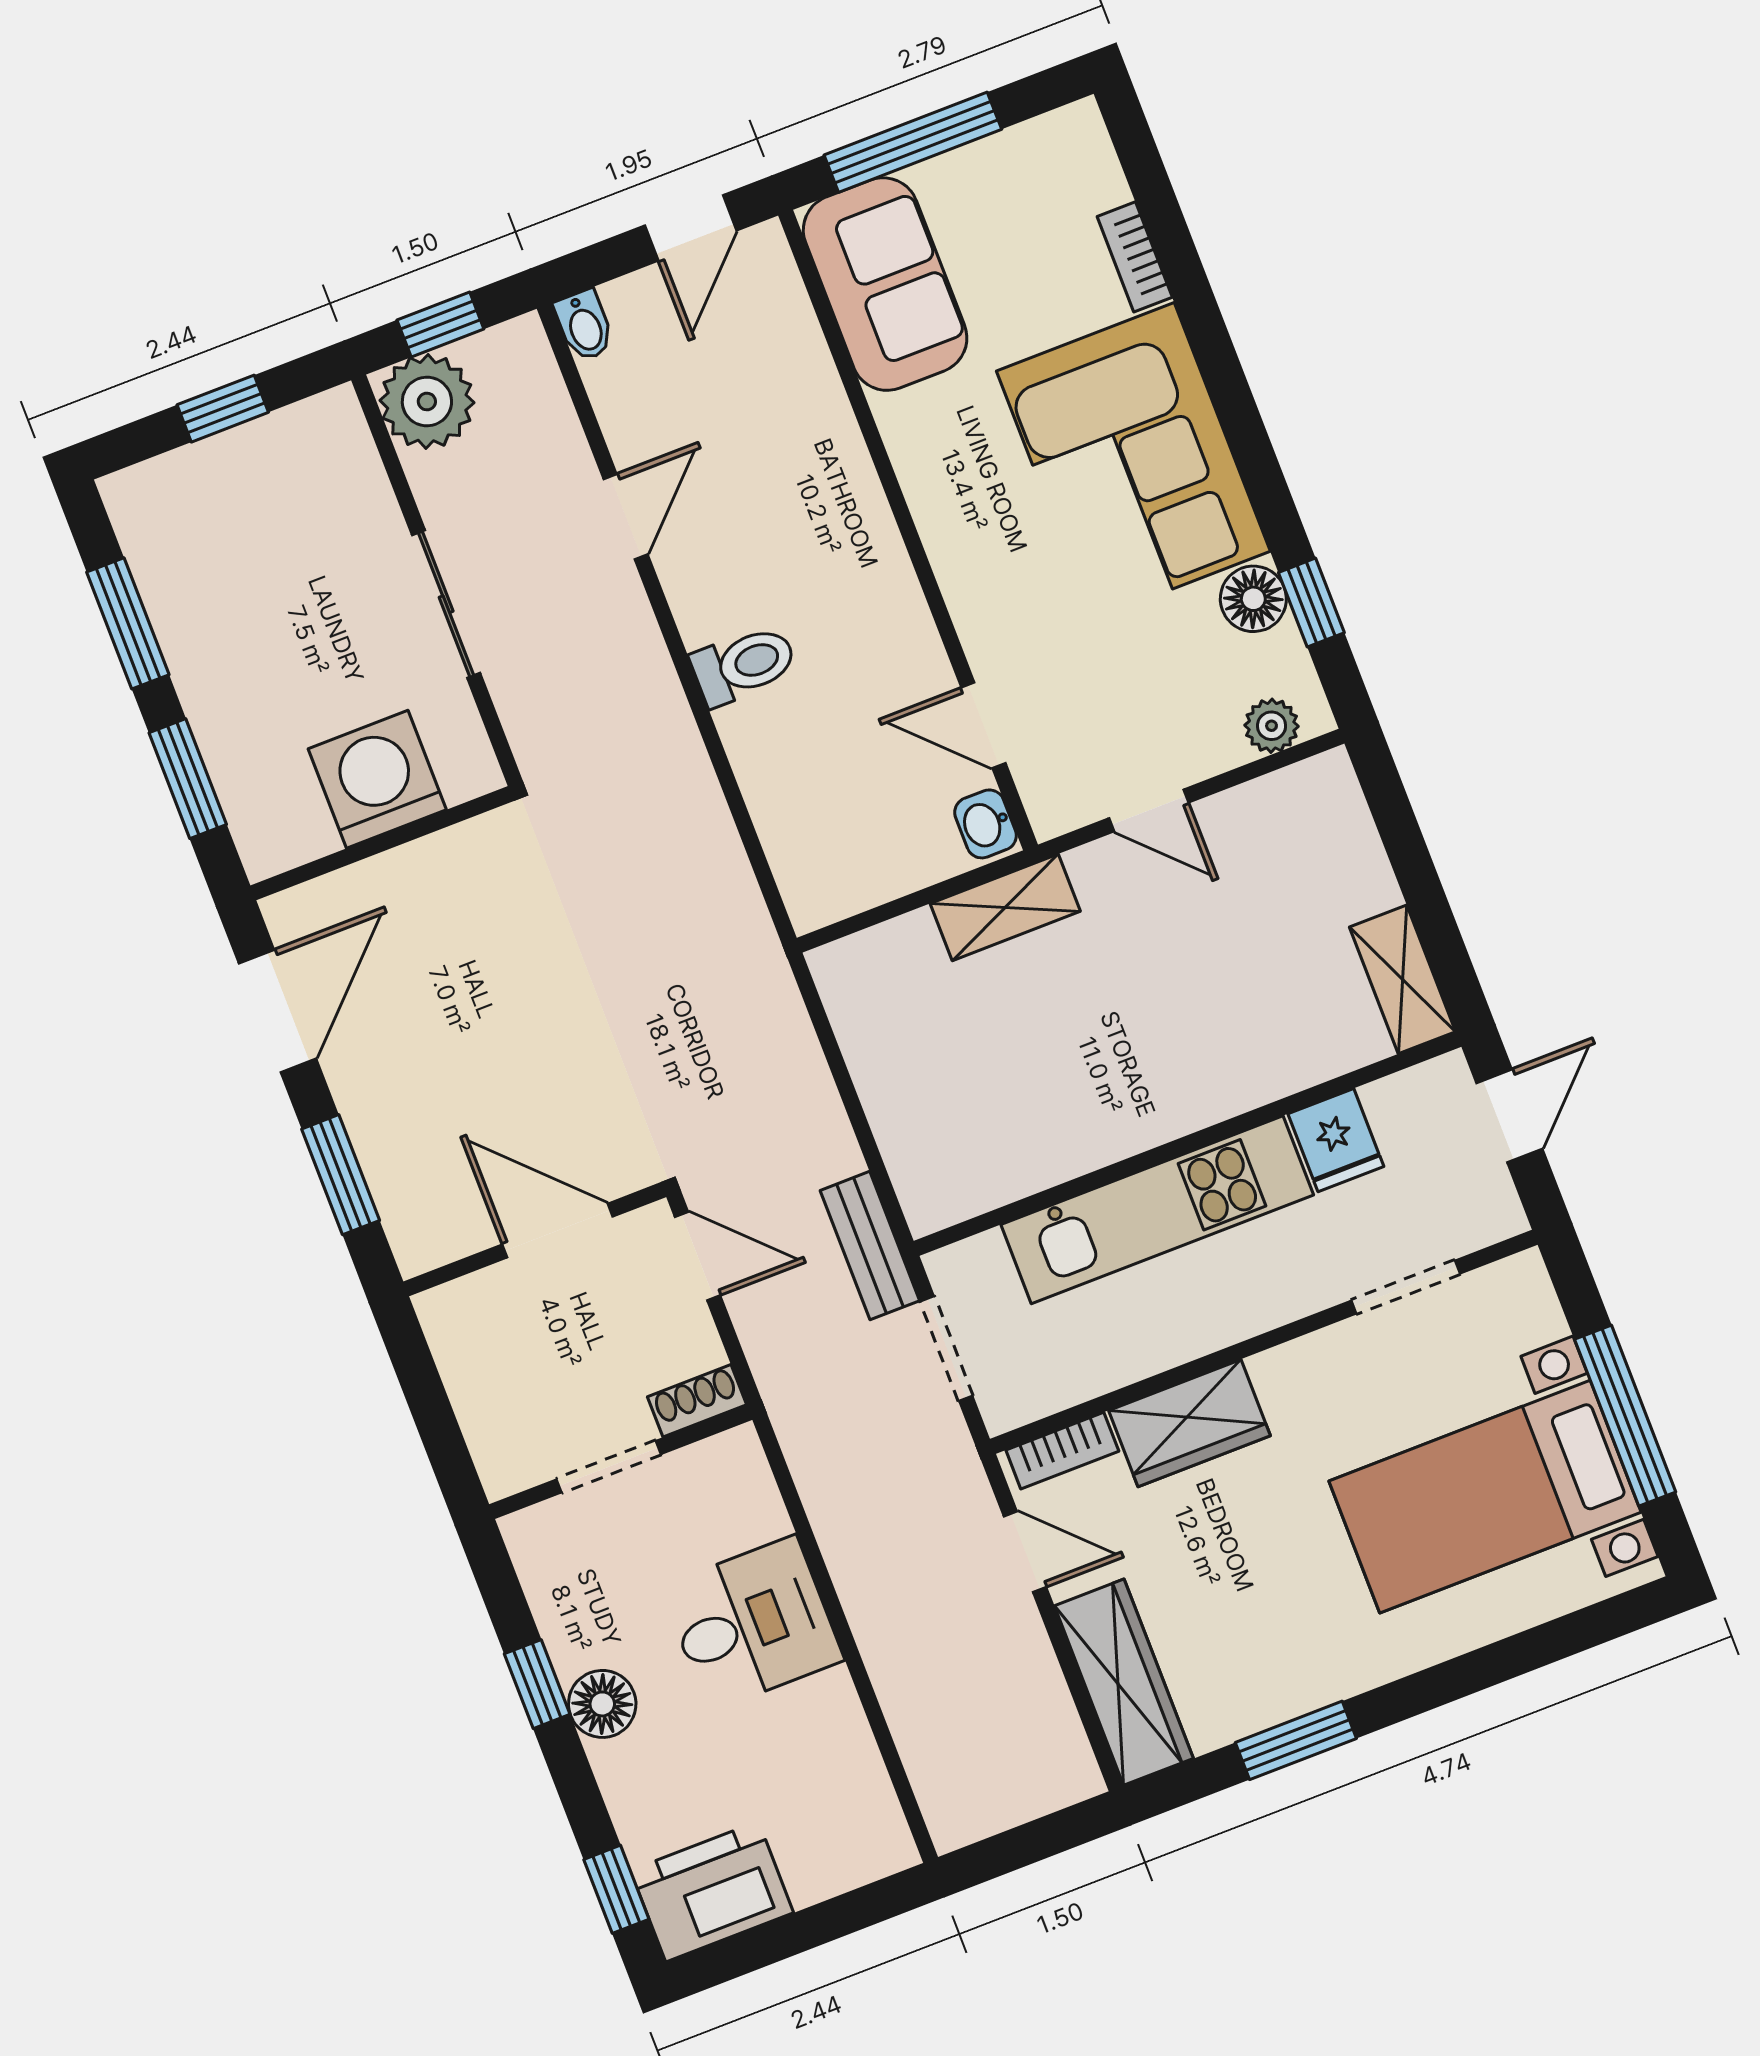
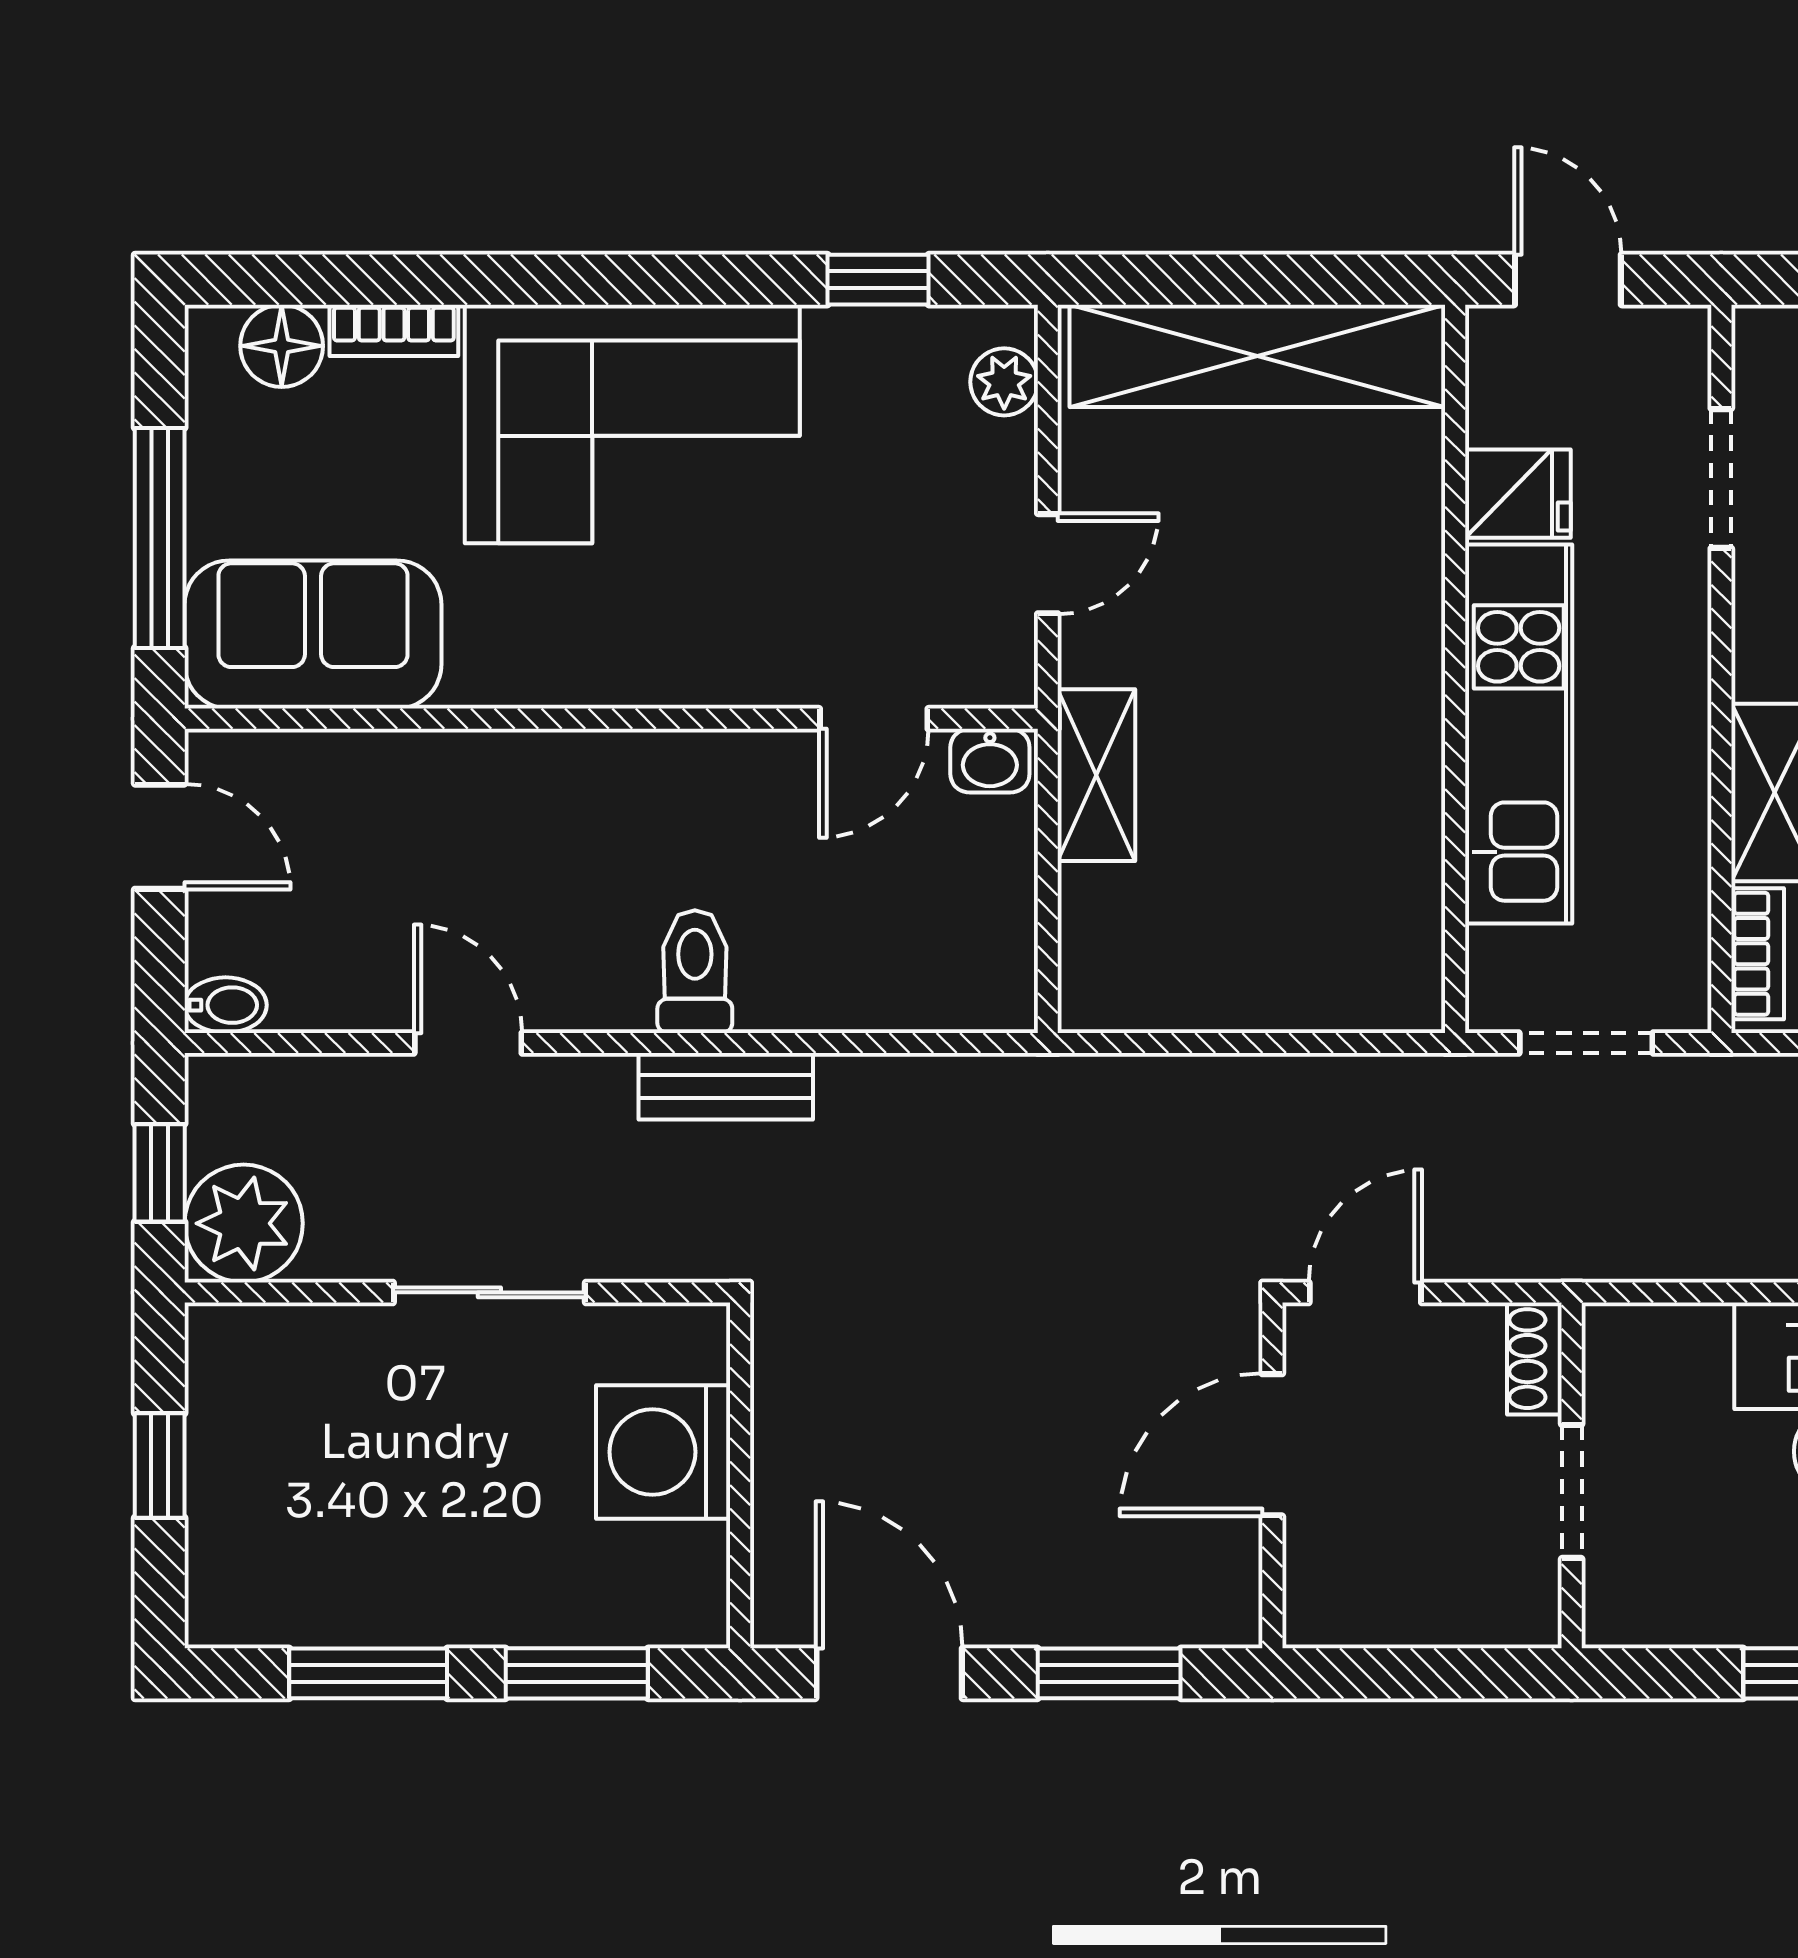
floor lamp: (1253, 599) -> (282, 346), moved
shelving: (1403, 979) -> (1257, 356), width x2.20, depth x1.33
bench: (870, 1246) -> (726, 1086), moved

